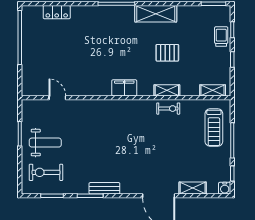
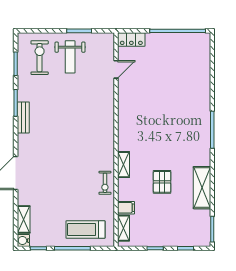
locker: (57, 12) -> (131, 39), moved, turned -90
shelving: (156, 14) -> (202, 188), moved
trolley: (221, 36) -> (179, 237), removed
filing cabinet: (124, 88) -> (126, 208), moved, width x0.50
shelving: (167, 90) -> (124, 165), moved
shelving: (193, 188) -> (24, 219), moved

